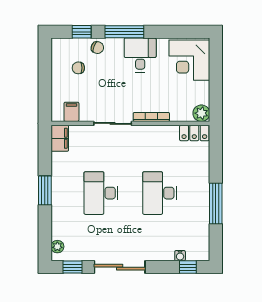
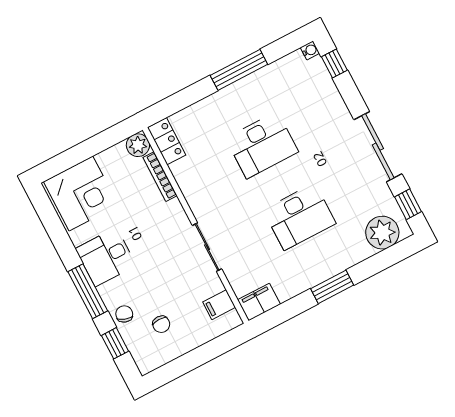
bookcase: (151, 117) -> (160, 177), moved
plant: (57, 247) -> (382, 233), width x1.88, depth x1.88
water cooler: (180, 256) -> (310, 50), moved

